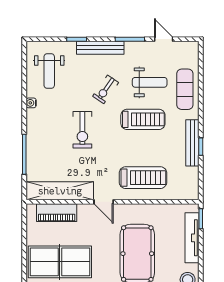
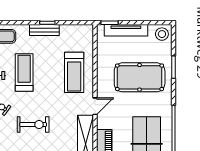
bench: (192, 143) -> (44, 30), width x0.73
treadmill: (143, 178) -> (74, 72), turned 180

